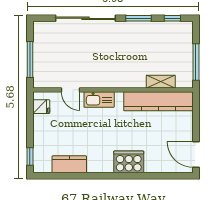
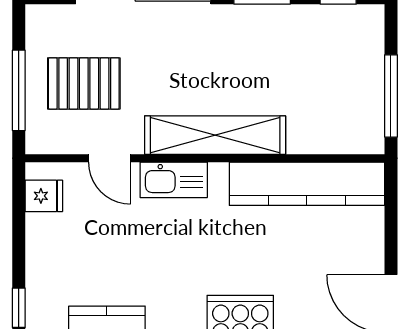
pallet: (59, 56) -> (84, 83), added
shelving: (161, 82) -> (215, 135), moved, width x2.20, depth x1.33

